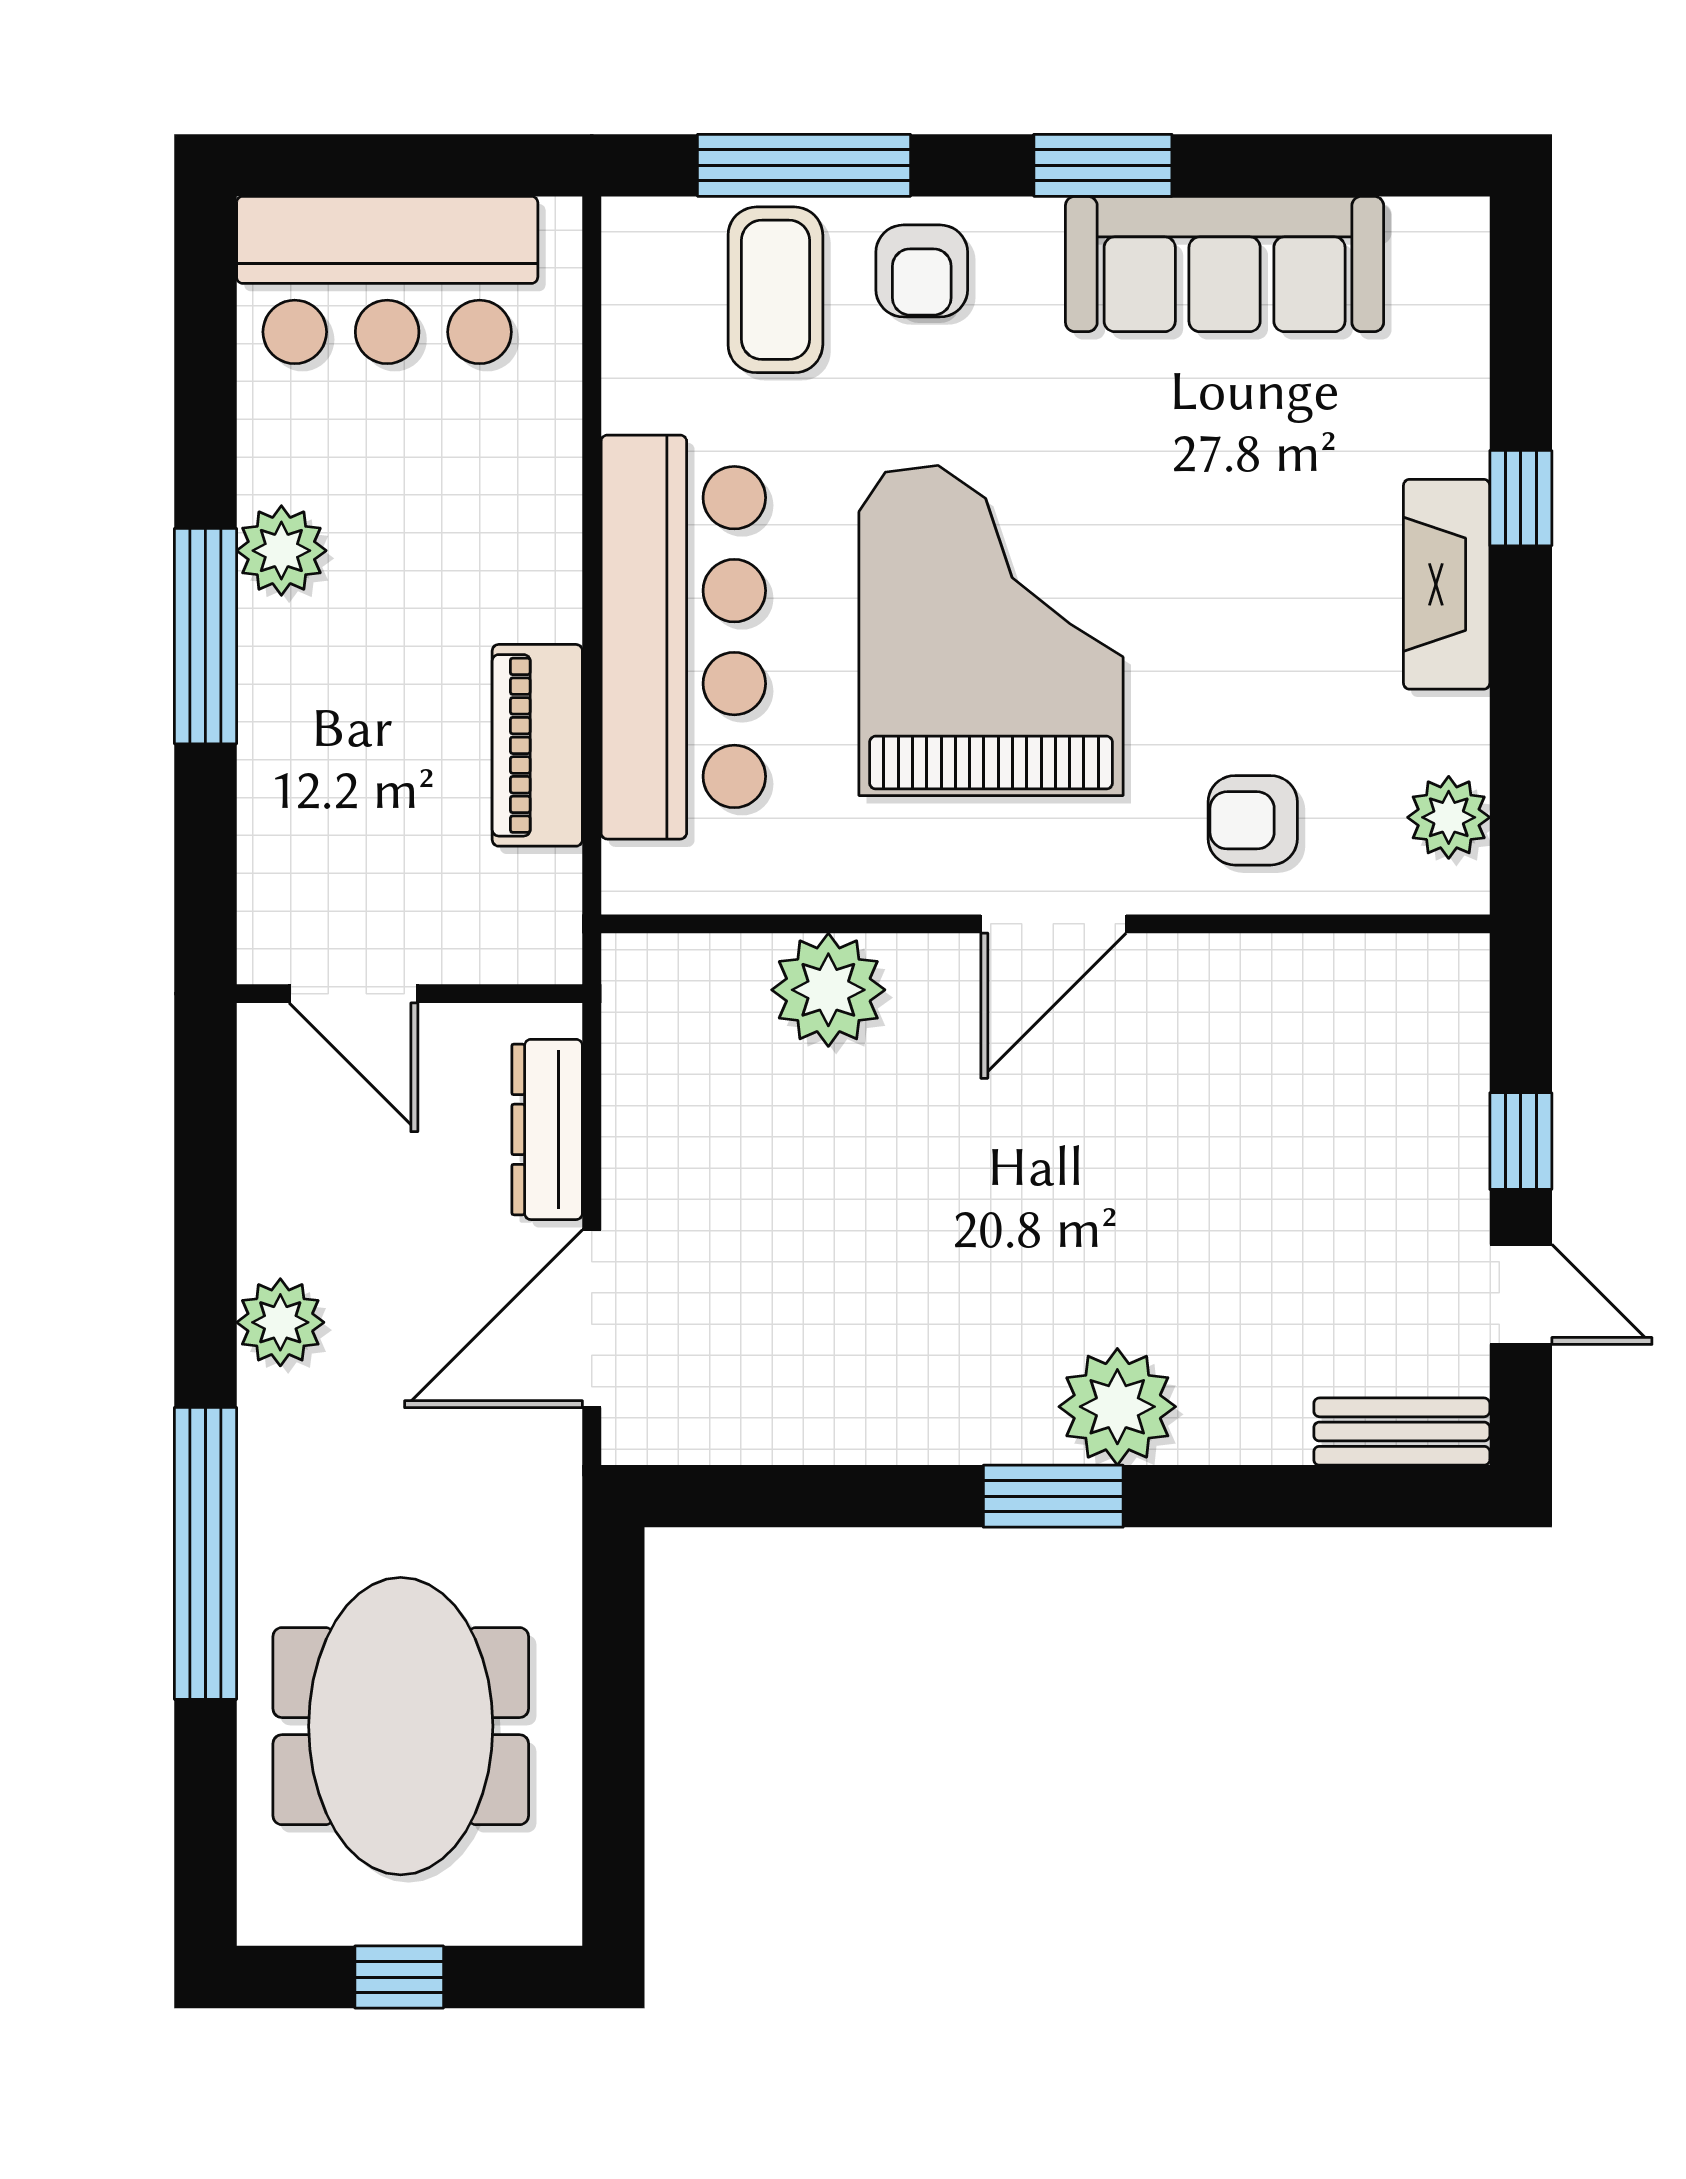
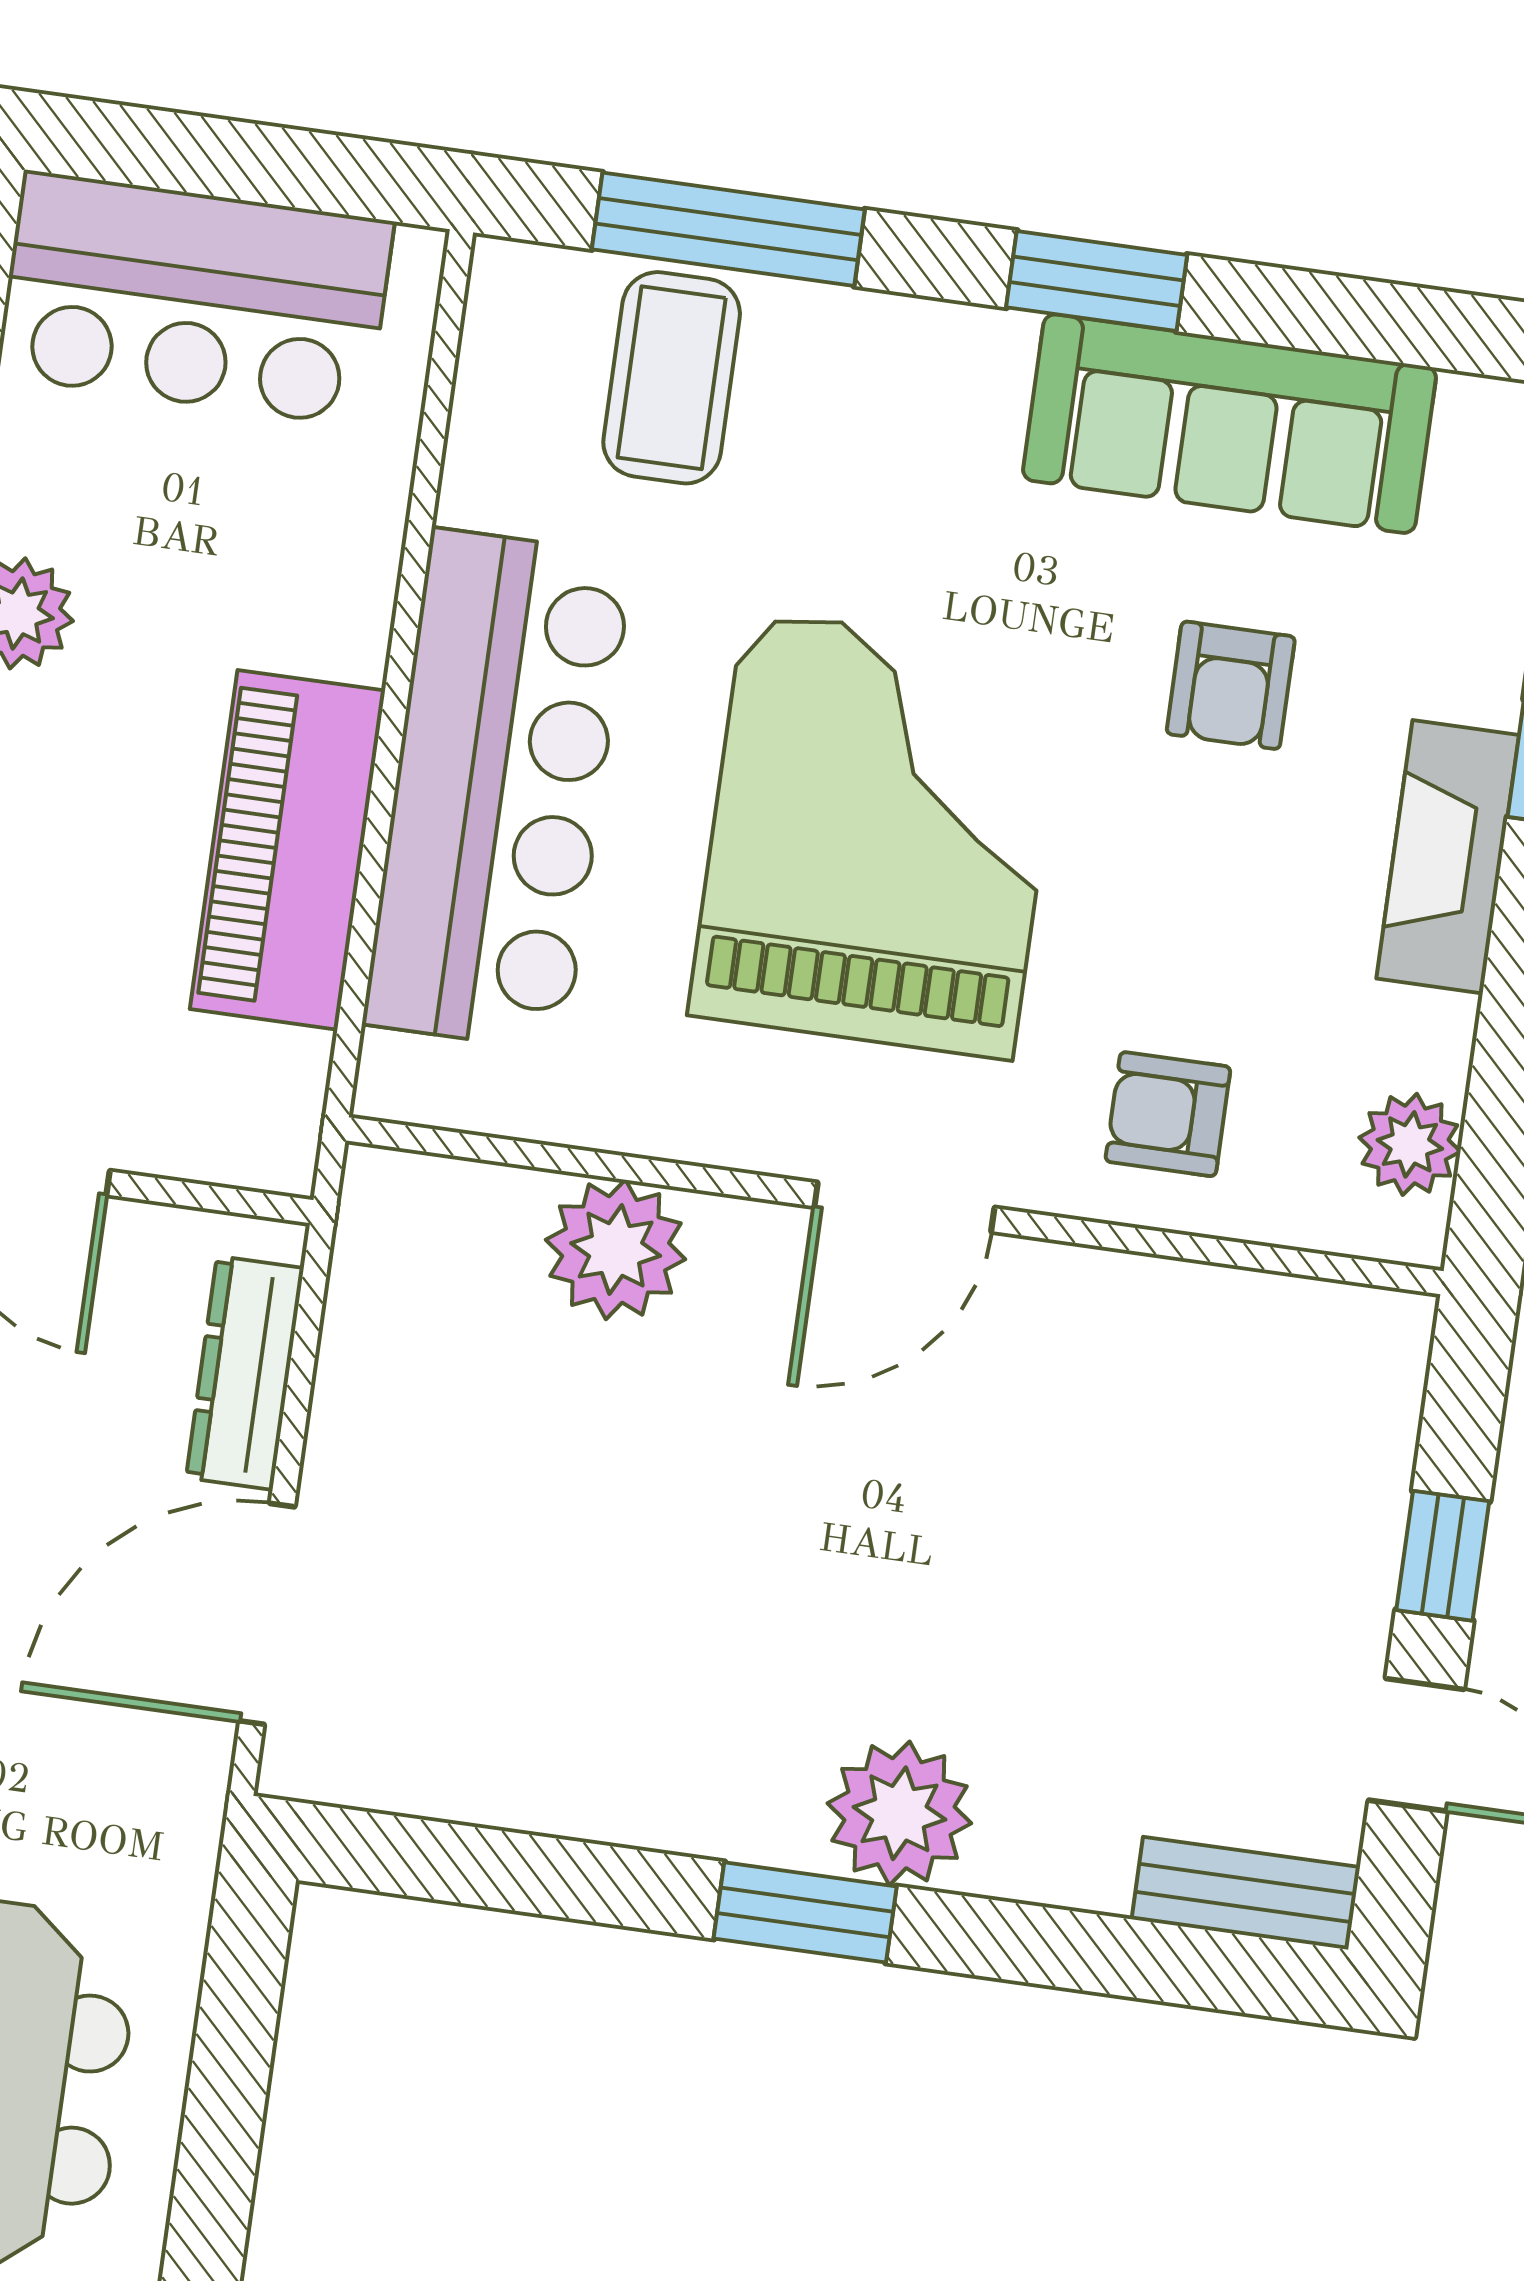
armchair: (922, 271) -> (1231, 685), moved
piano: (537, 745) -> (288, 850), width x1.37, depth x1.33

